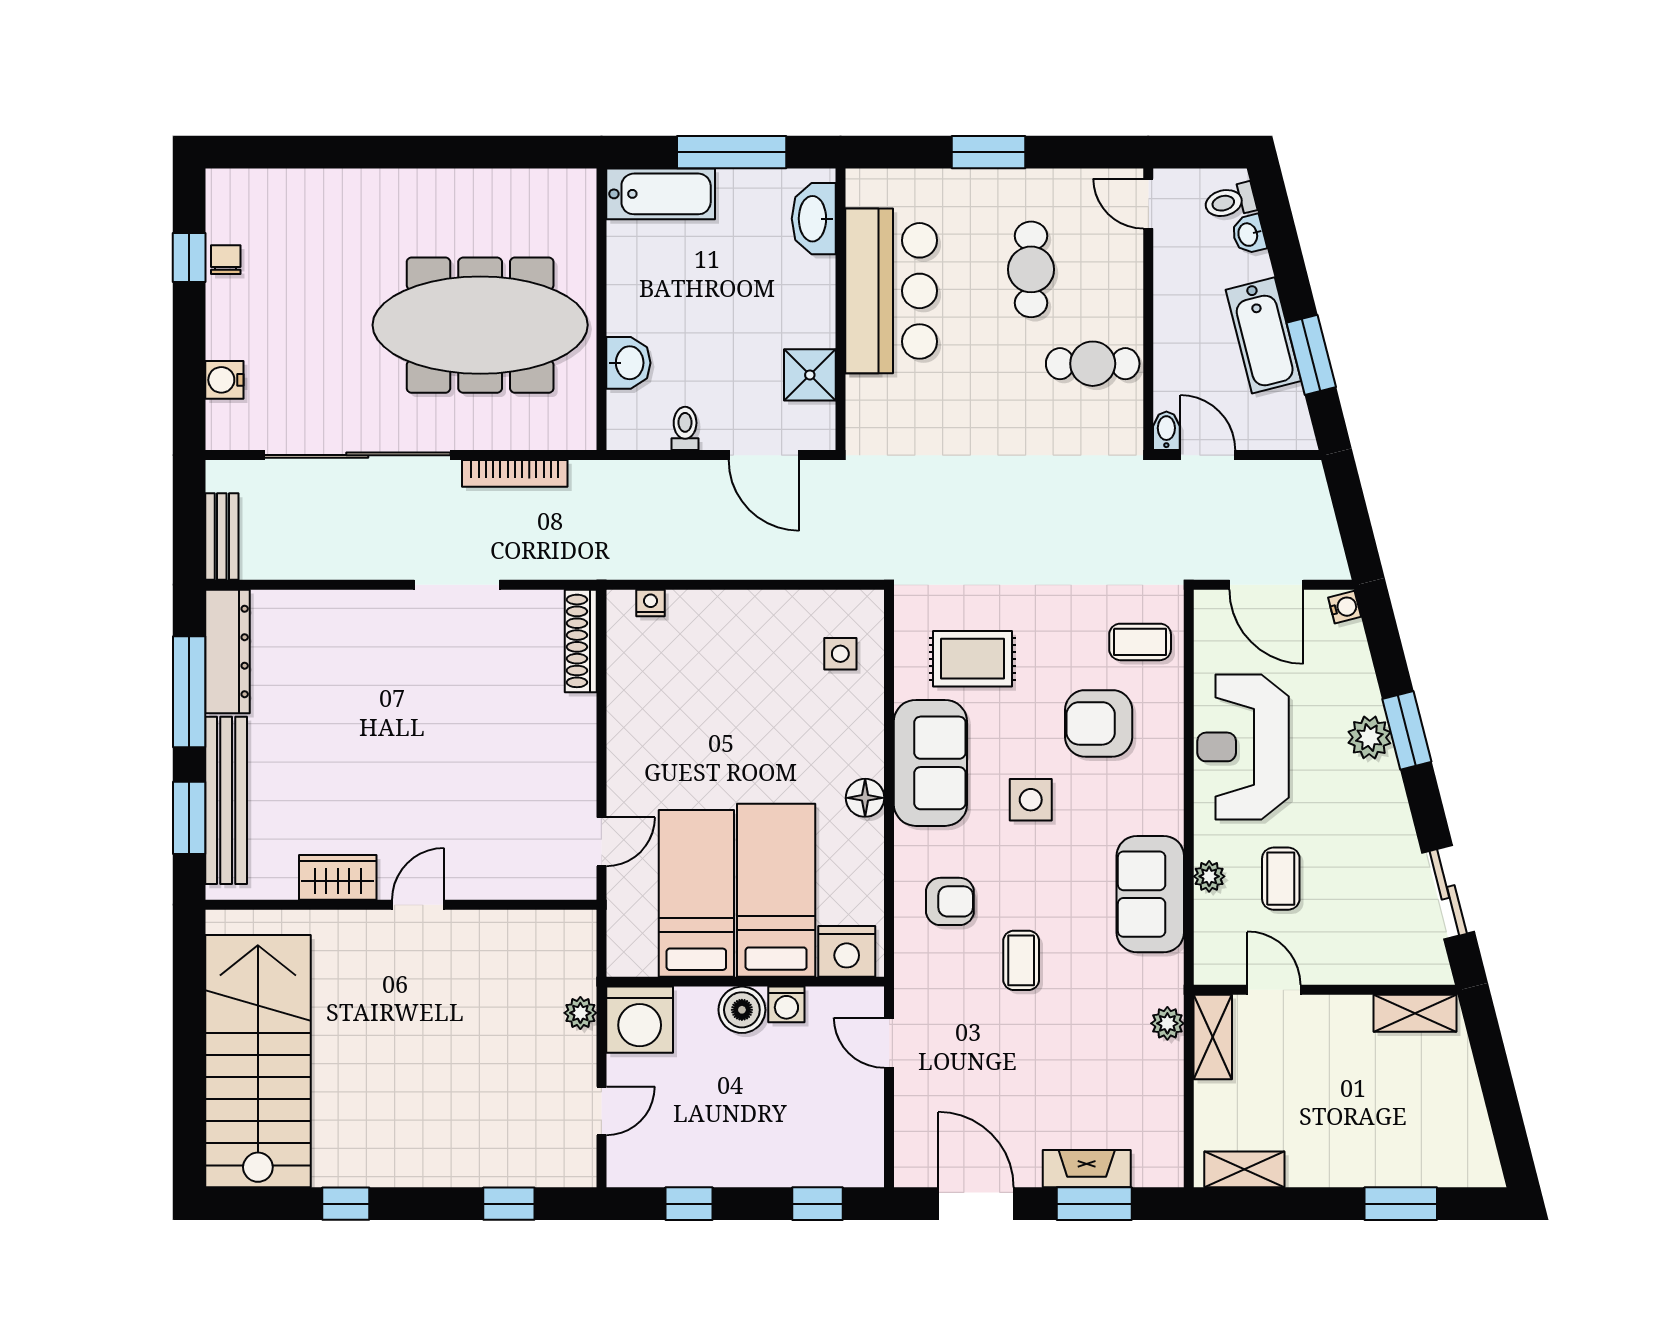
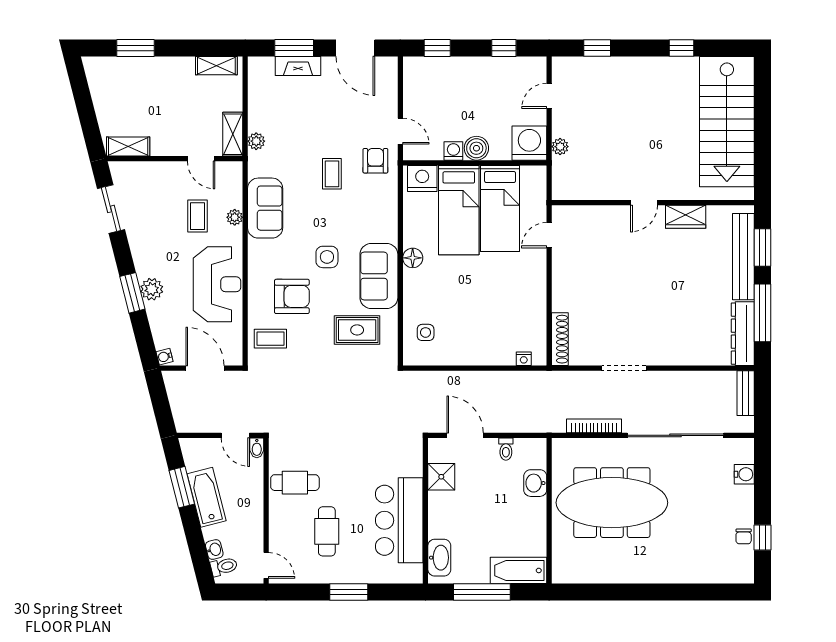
armchair: (950, 901) -> (375, 161), moved, turned 90

